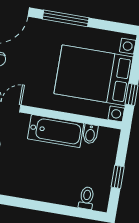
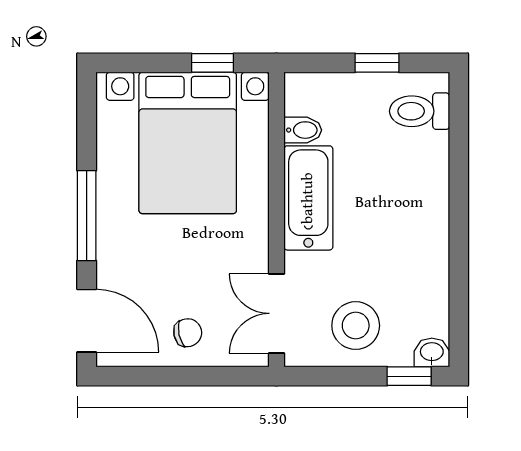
toilet: (87, 198) -> (420, 111), width x1.37, depth x1.39

